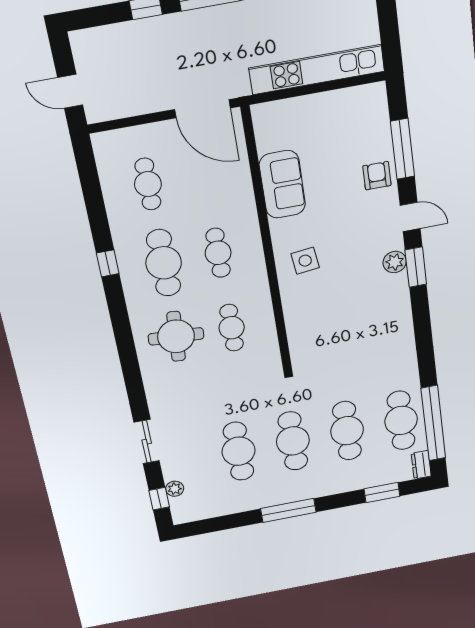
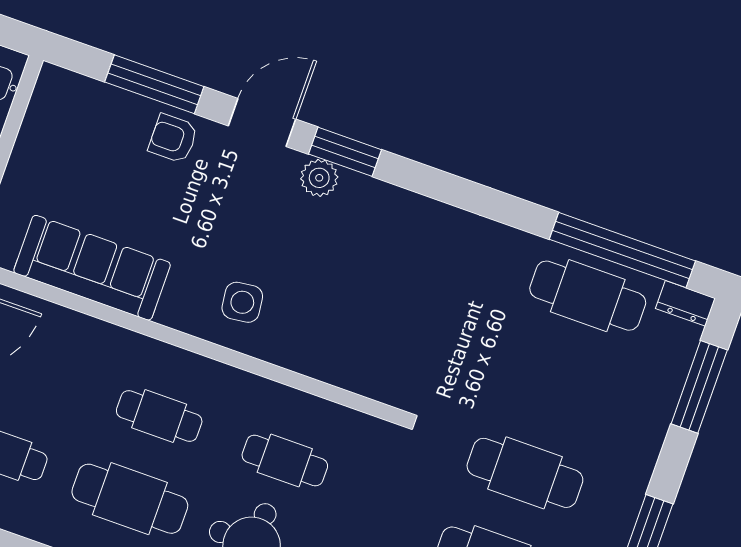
sofa: (282, 184) -> (92, 268), width x1.36
door: (410, 217) -> (262, 122), width x1.37
cafe table: (347, 431) -> (556, 384), removed
window: (382, 492) -> (699, 387), width x1.44

